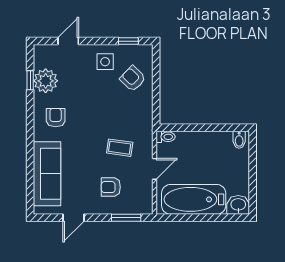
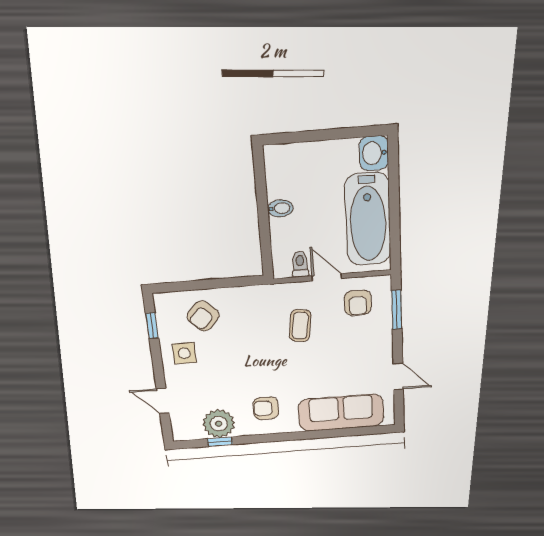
toilet: (166, 137) -> (300, 264), moved
bidet: (239, 140) -> (280, 208), moved
armchair: (111, 187) -> (358, 303), moved

